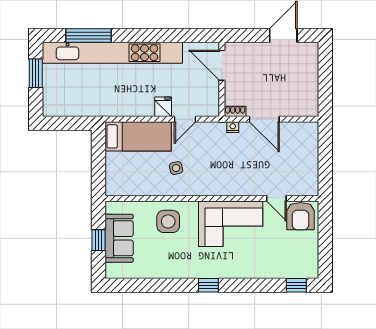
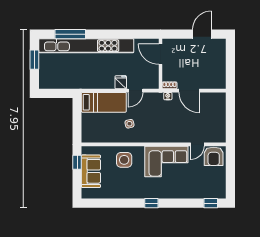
door: (276, 198) -> (197, 144), hinge flipped
window: (99, 240) -> (77, 162), moved

